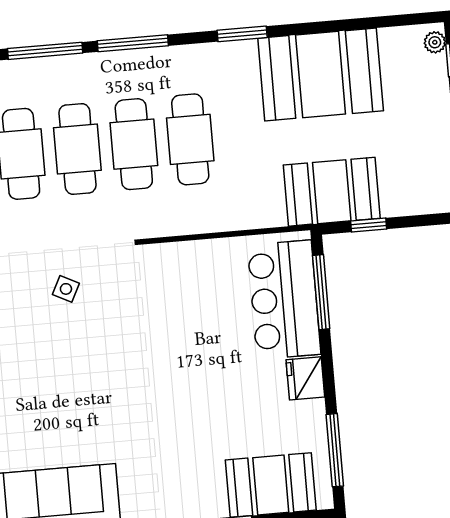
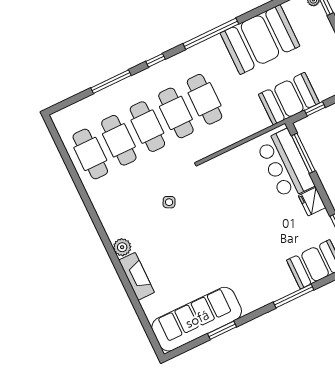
window: (242, 34) -> (211, 34), width x2.11
window: (133, 43) -> (155, 60), width x0.46

